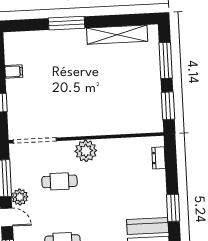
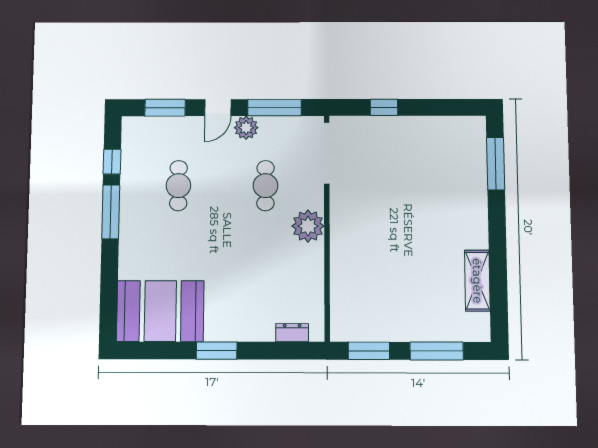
window: (67, 23) -> (496, 164), moved
shelving: (117, 35) -> (477, 281), width x0.68
filing cabinet: (14, 71) -> (428, 128), removed

